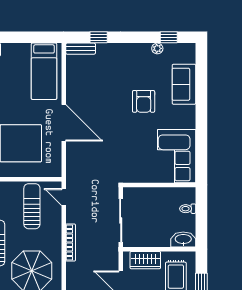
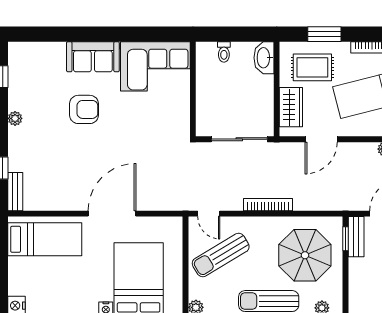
plant: (157, 48) -> (15, 118), moved
sofa: (184, 84) -> (93, 57), moved
door: (64, 197) -> (209, 214), hinge flipped
sun lounger: (32, 206) -> (221, 255), turned -31

